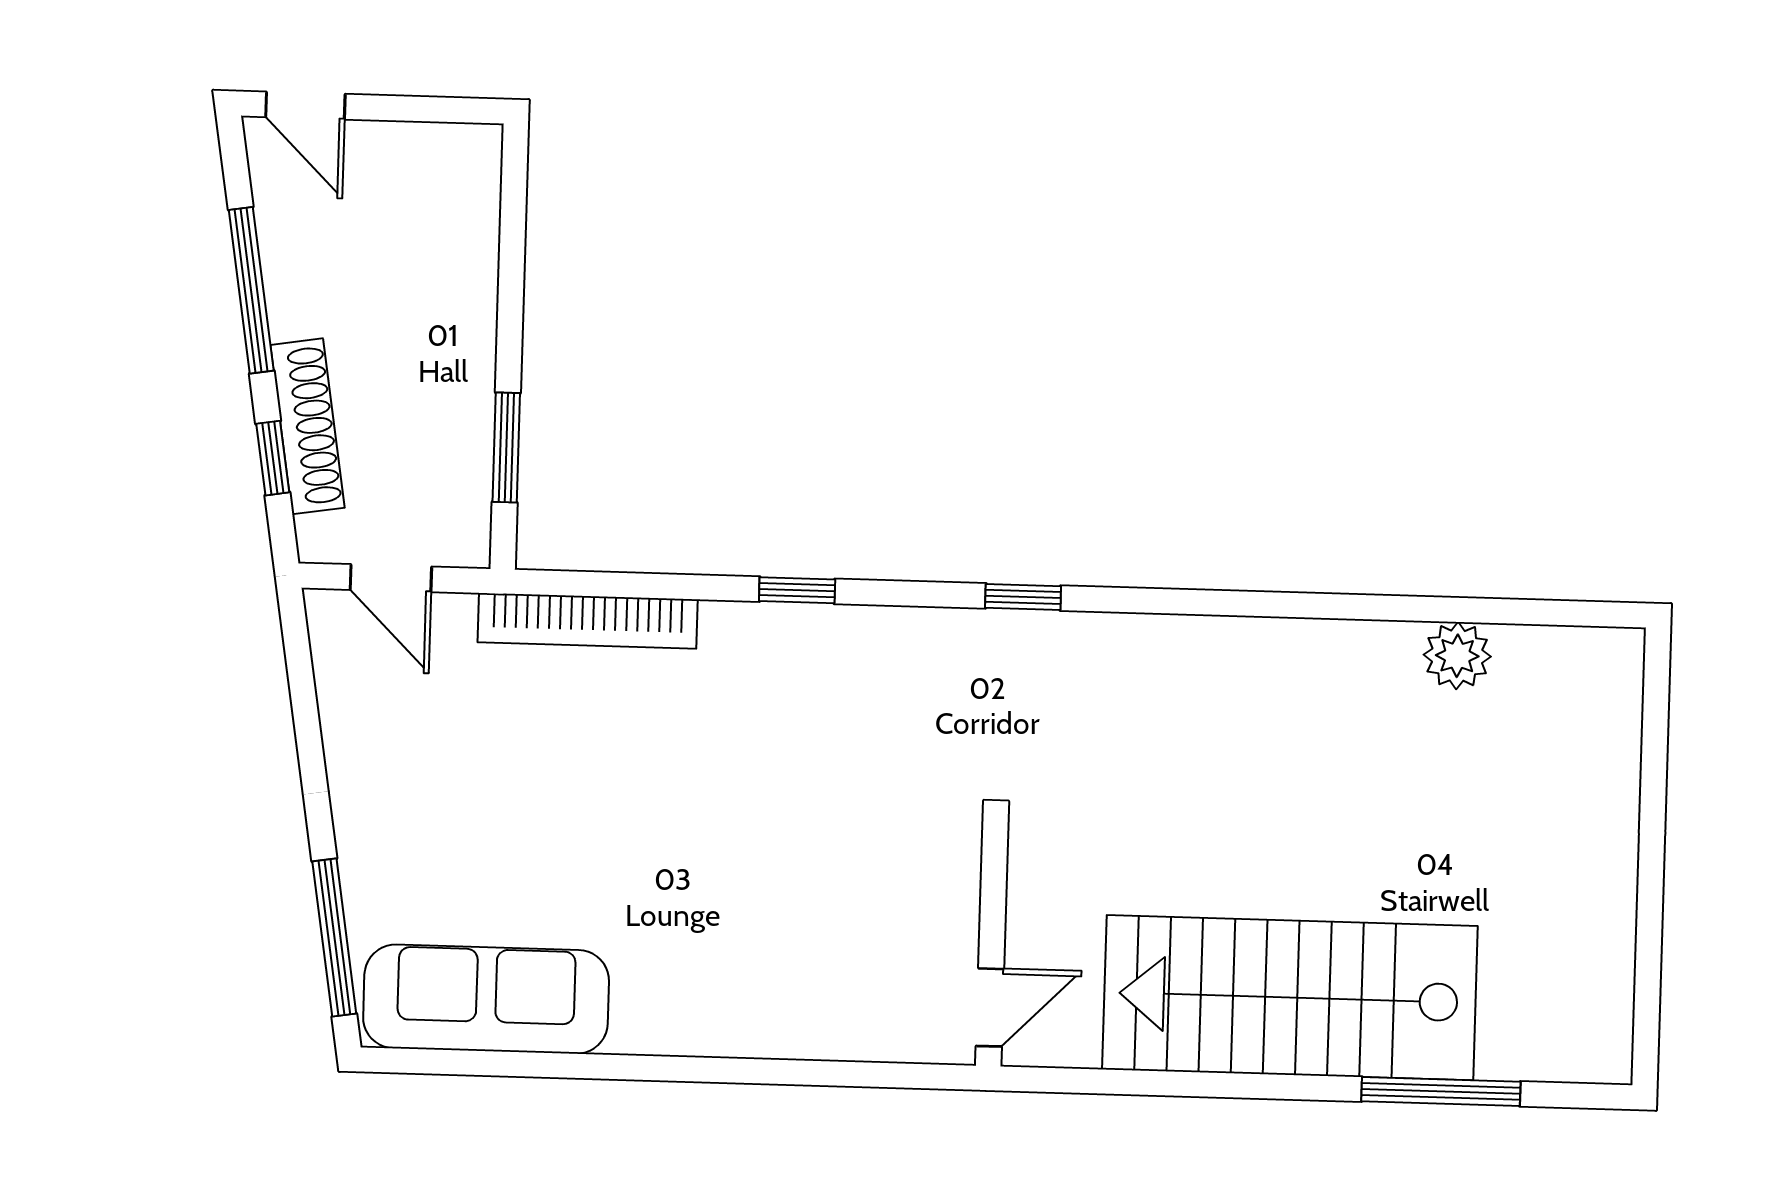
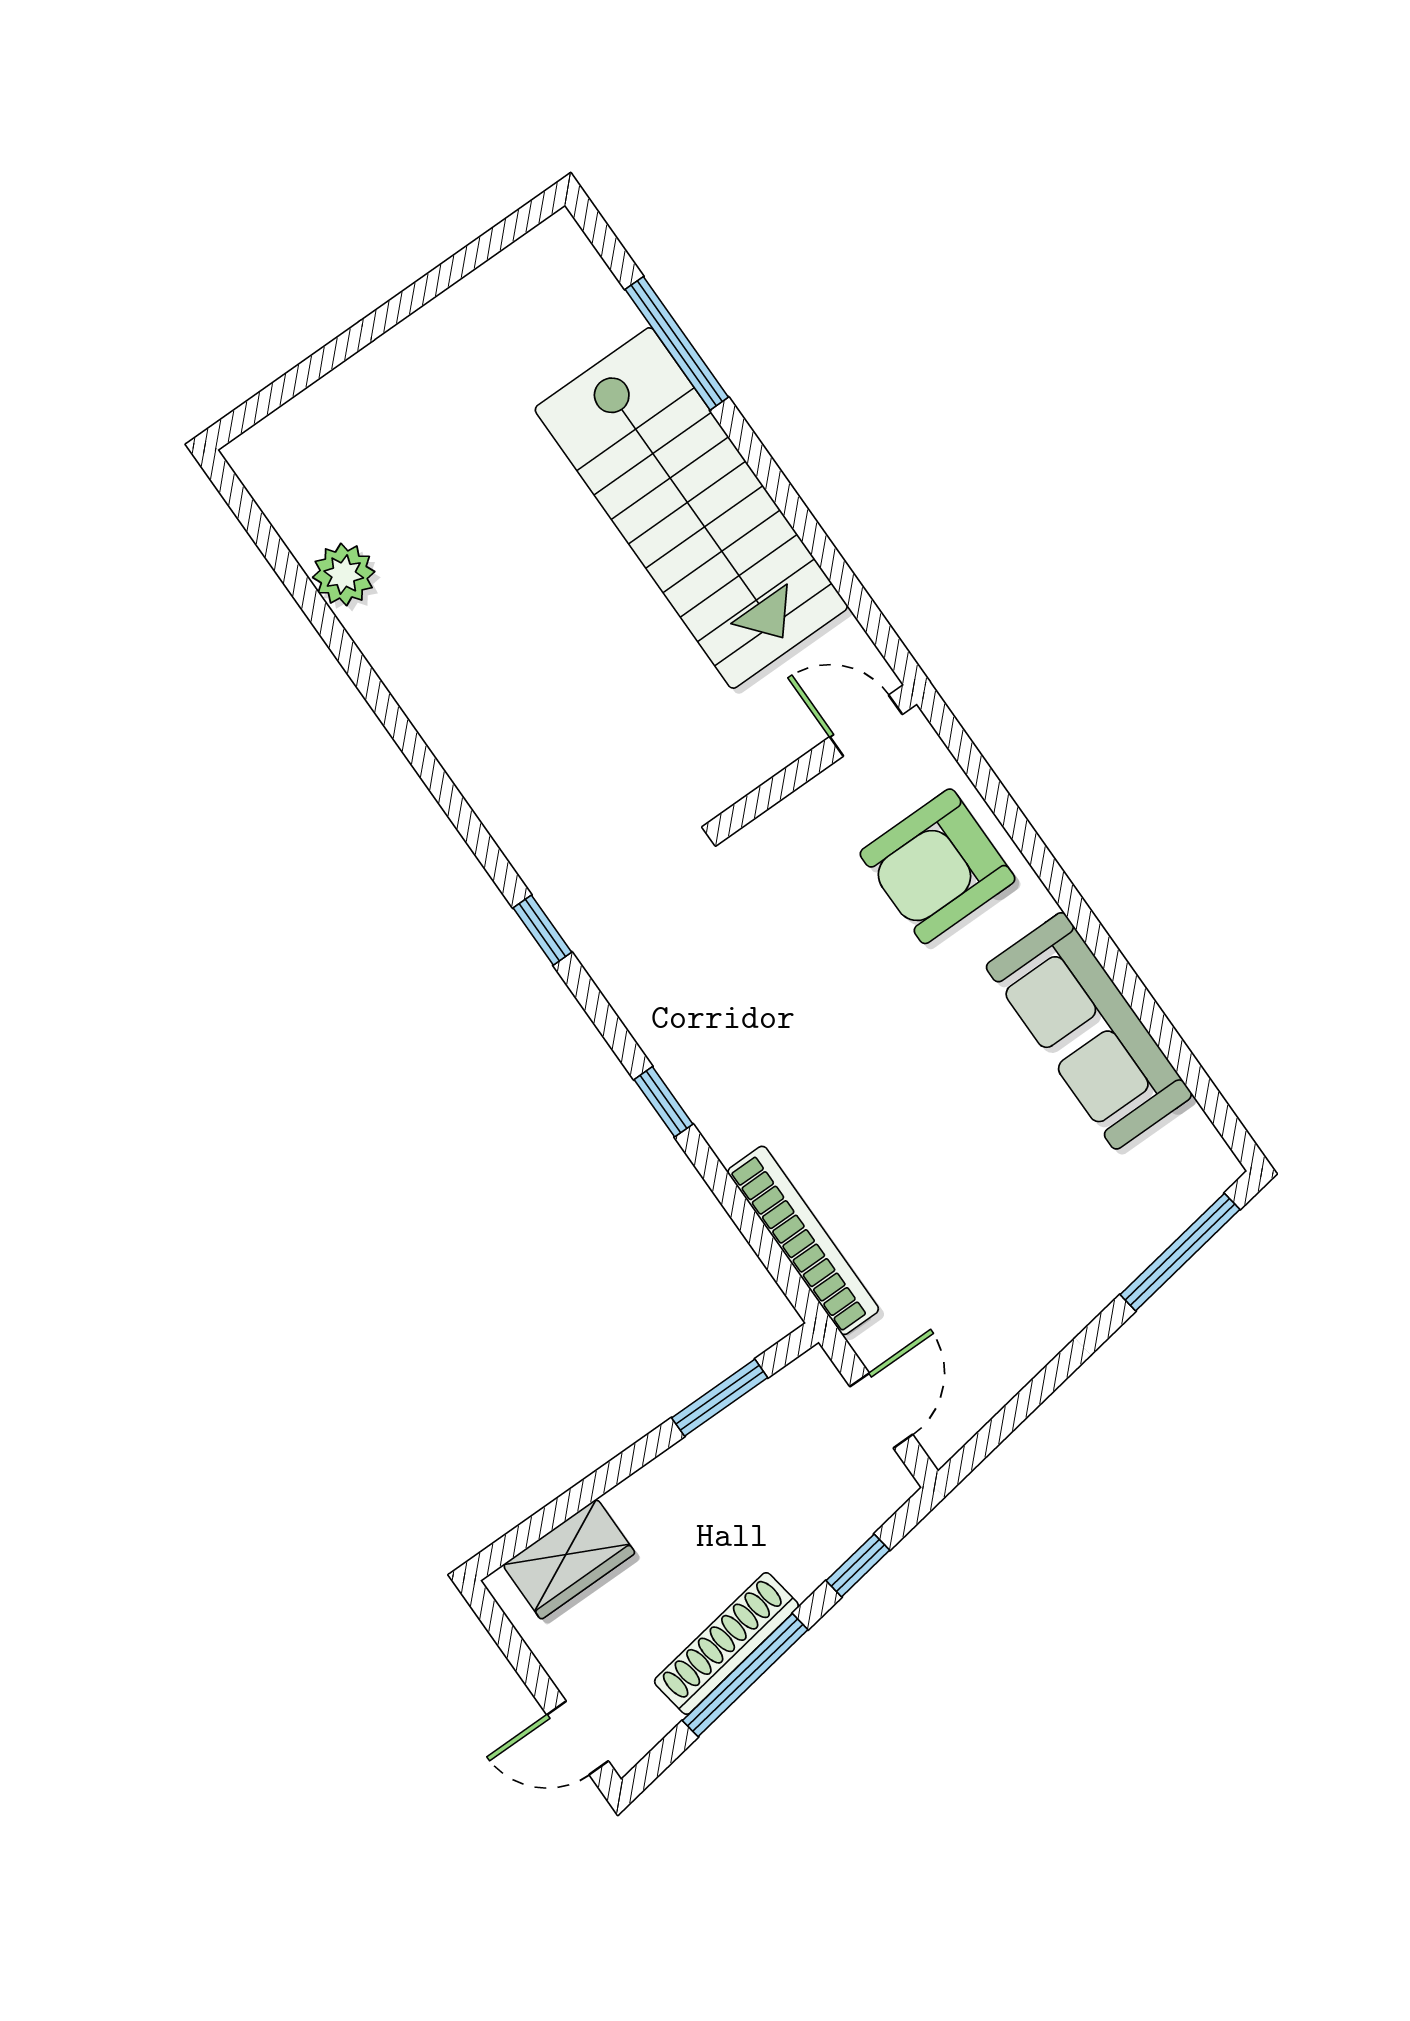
door: (305, 106) -> (578, 1738), swing flipped
wardrobe: (465, 214) -> (569, 1559), added
shoe rack: (307, 426) -> (726, 1643), moved
armchair: (823, 978) -> (938, 866), added
sofa: (486, 999) -> (1089, 1031), moved

